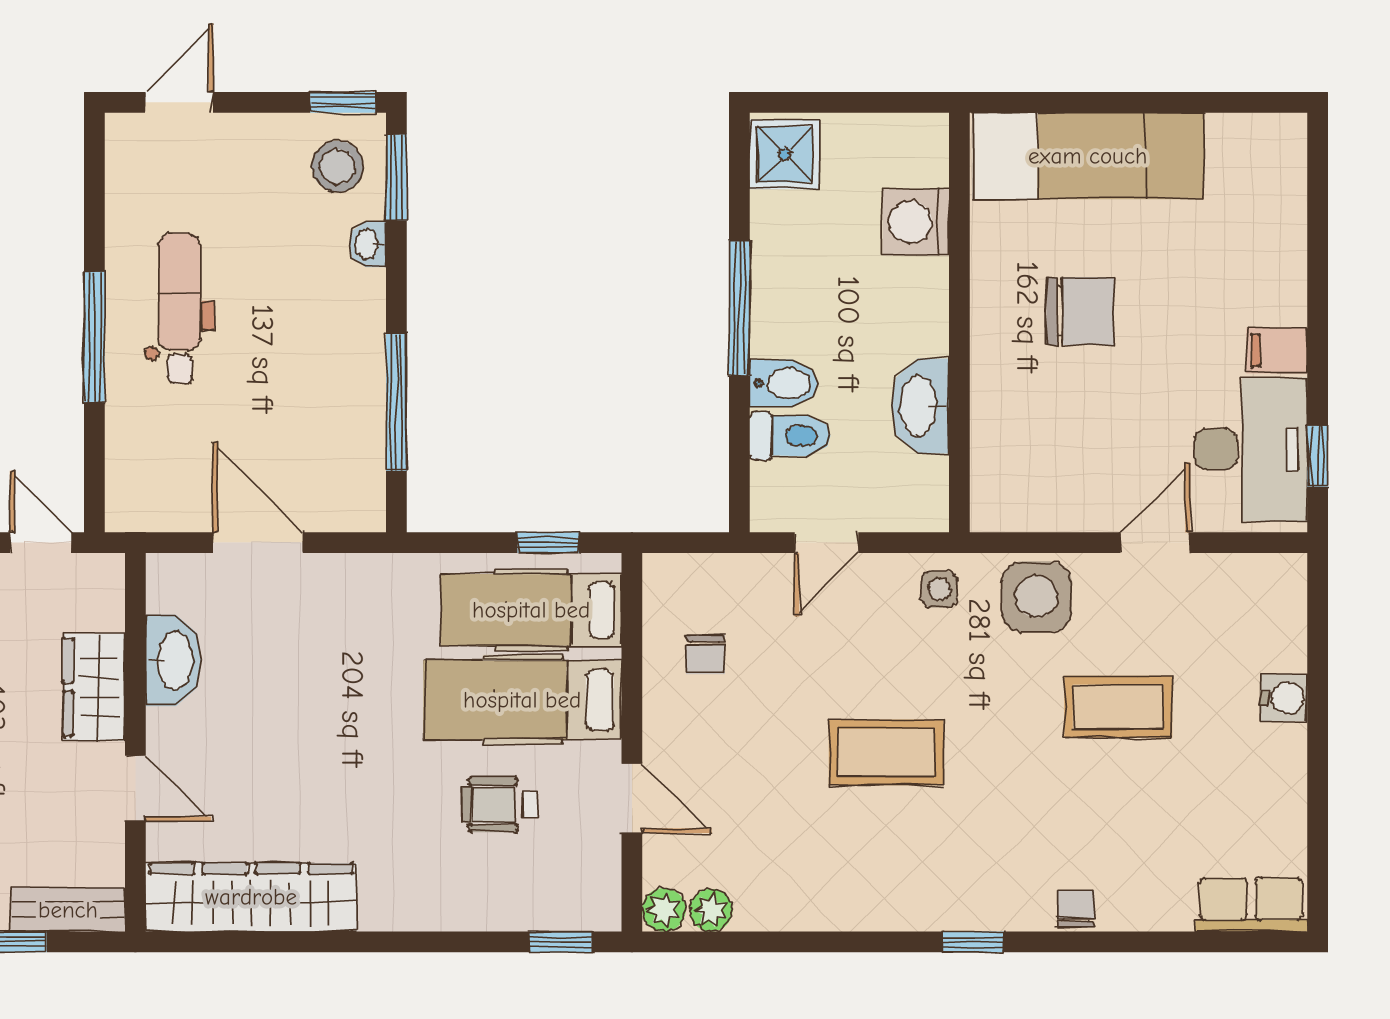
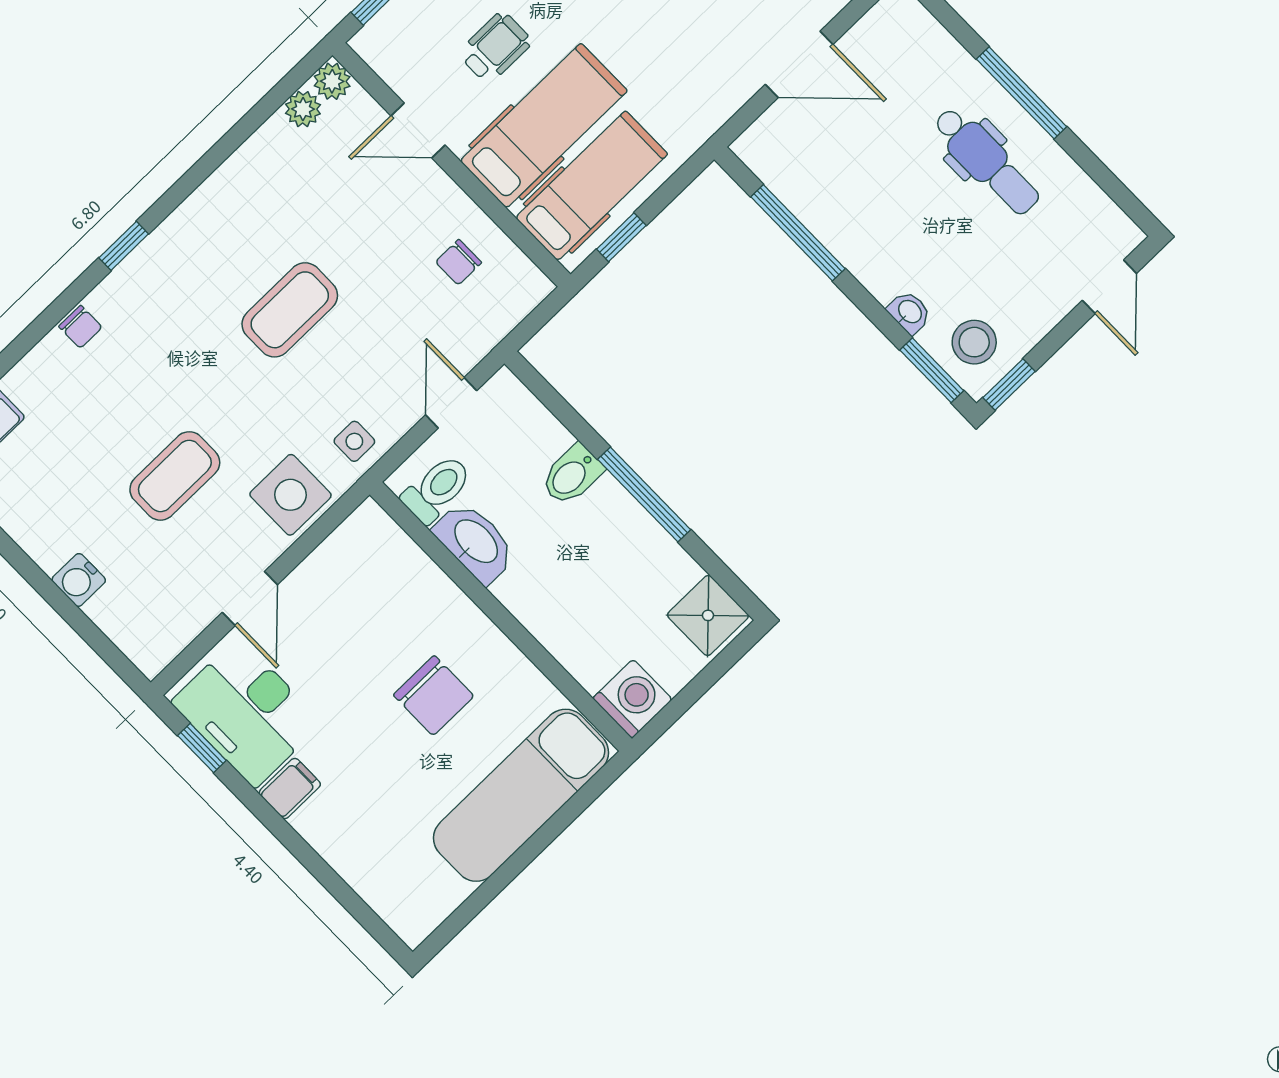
washing machine: (916, 222) -> (632, 699), moved
chair: (1080, 311) -> (434, 695), turned -90
toilet: (790, 436) -> (437, 489), moved, turned 180
chair: (705, 655) -> (458, 262), turned -90

